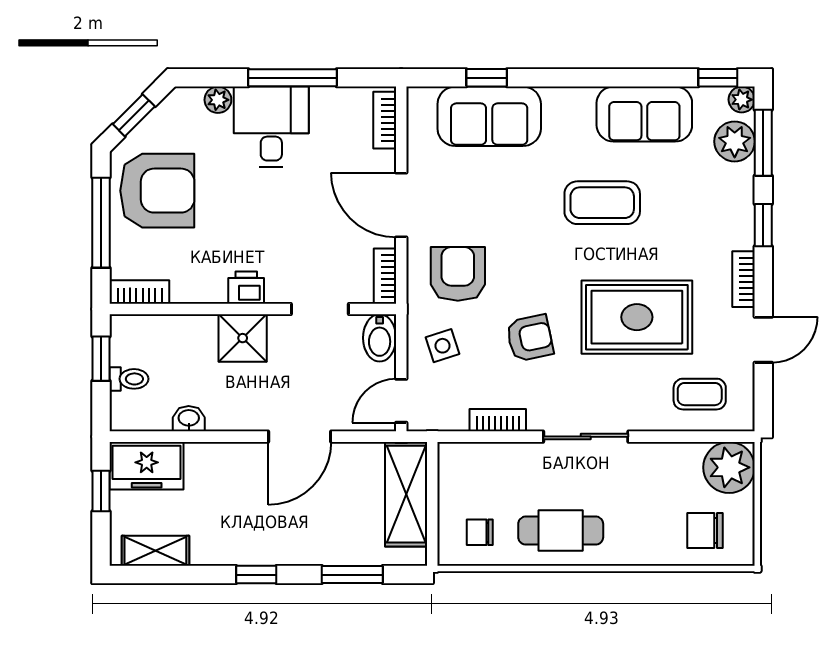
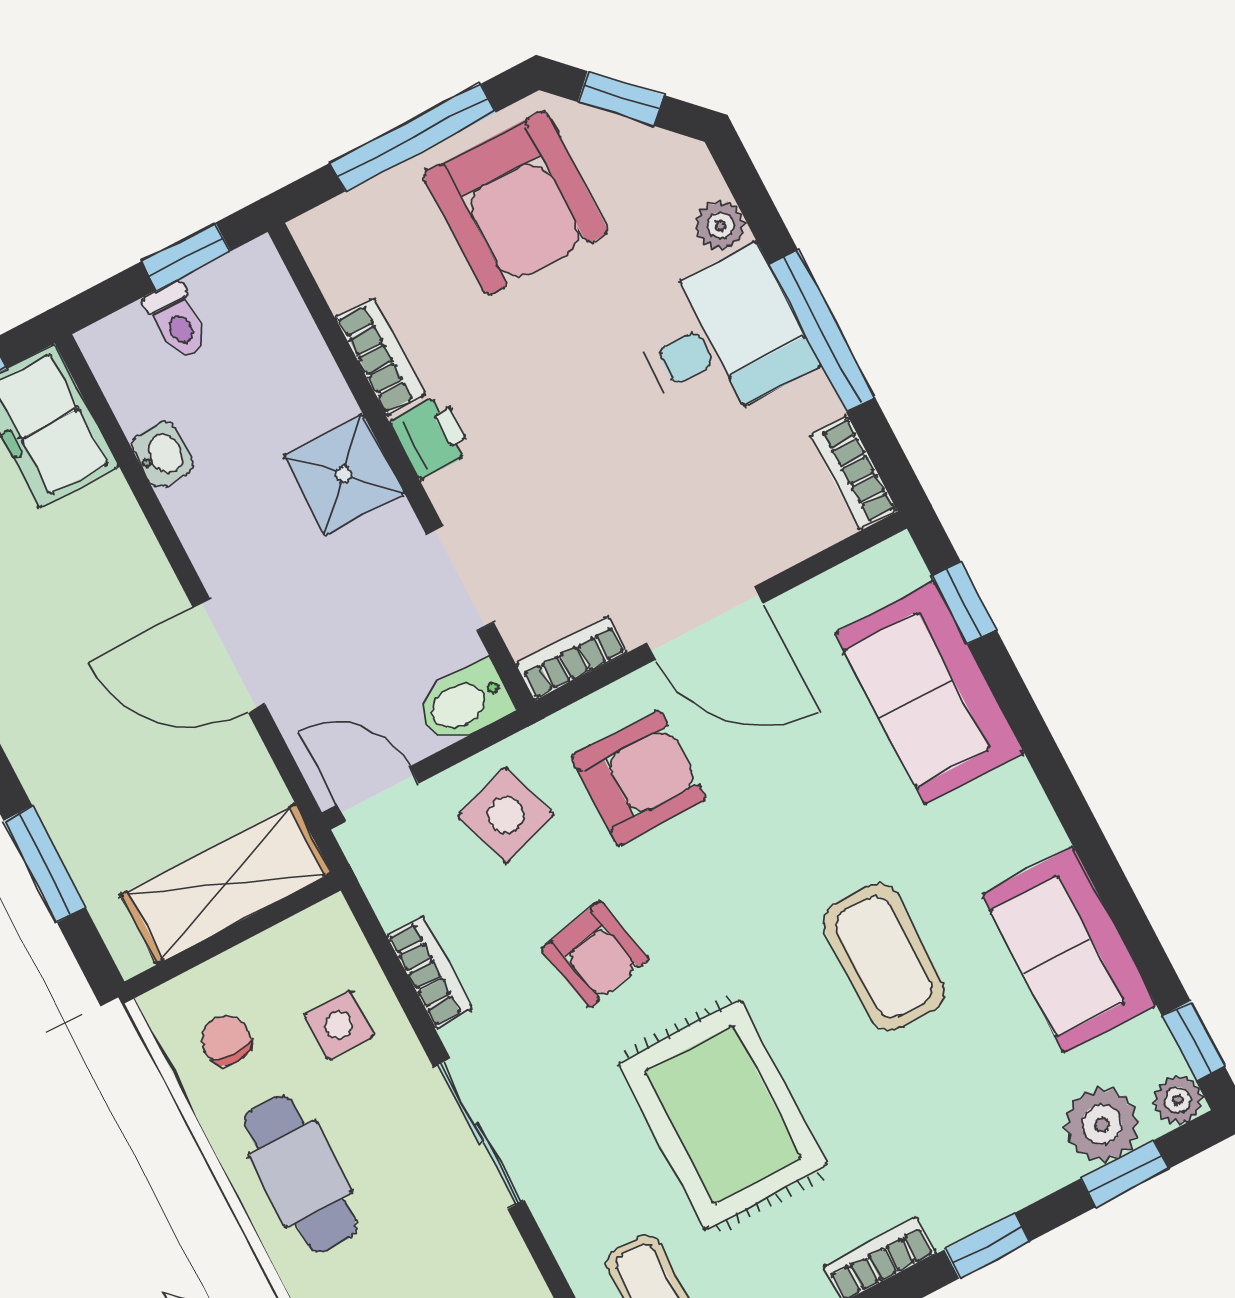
window: (487, 78) -> (964, 603), moved
bookcase: (385, 120) -> (854, 473), moved, turned -90
window: (763, 143) -> (1125, 1174), width x0.67
door: (401, 205) -> (705, 623), swing flipped
bookcase: (140, 292) -> (380, 357), moved
side table: (443, 346) -> (506, 815), width x1.37, depth x1.37
side table: (500, 476) -> (339, 1025), added

